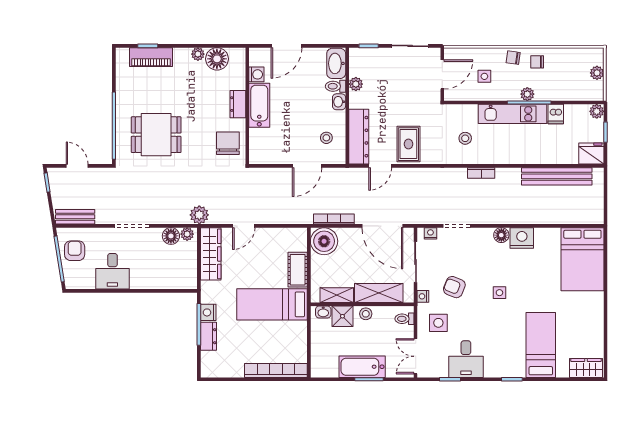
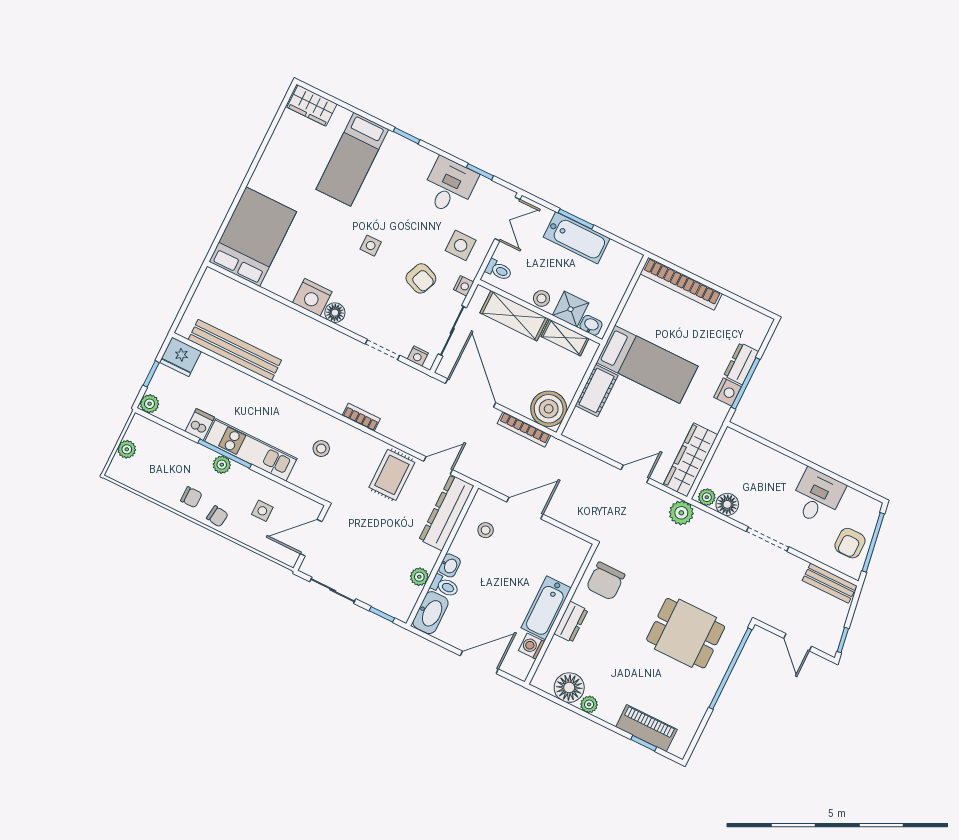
bookcase: (481, 173) -> (361, 417), moved

